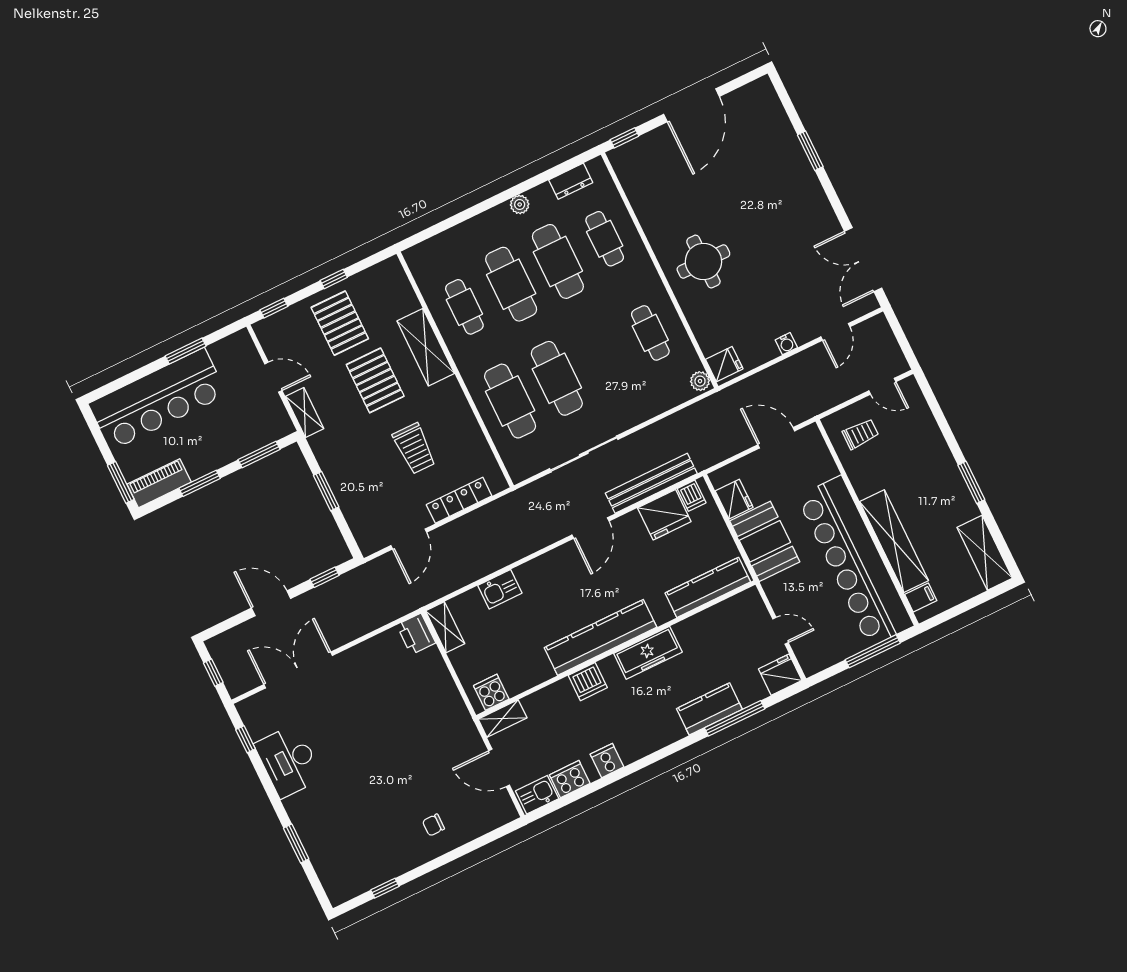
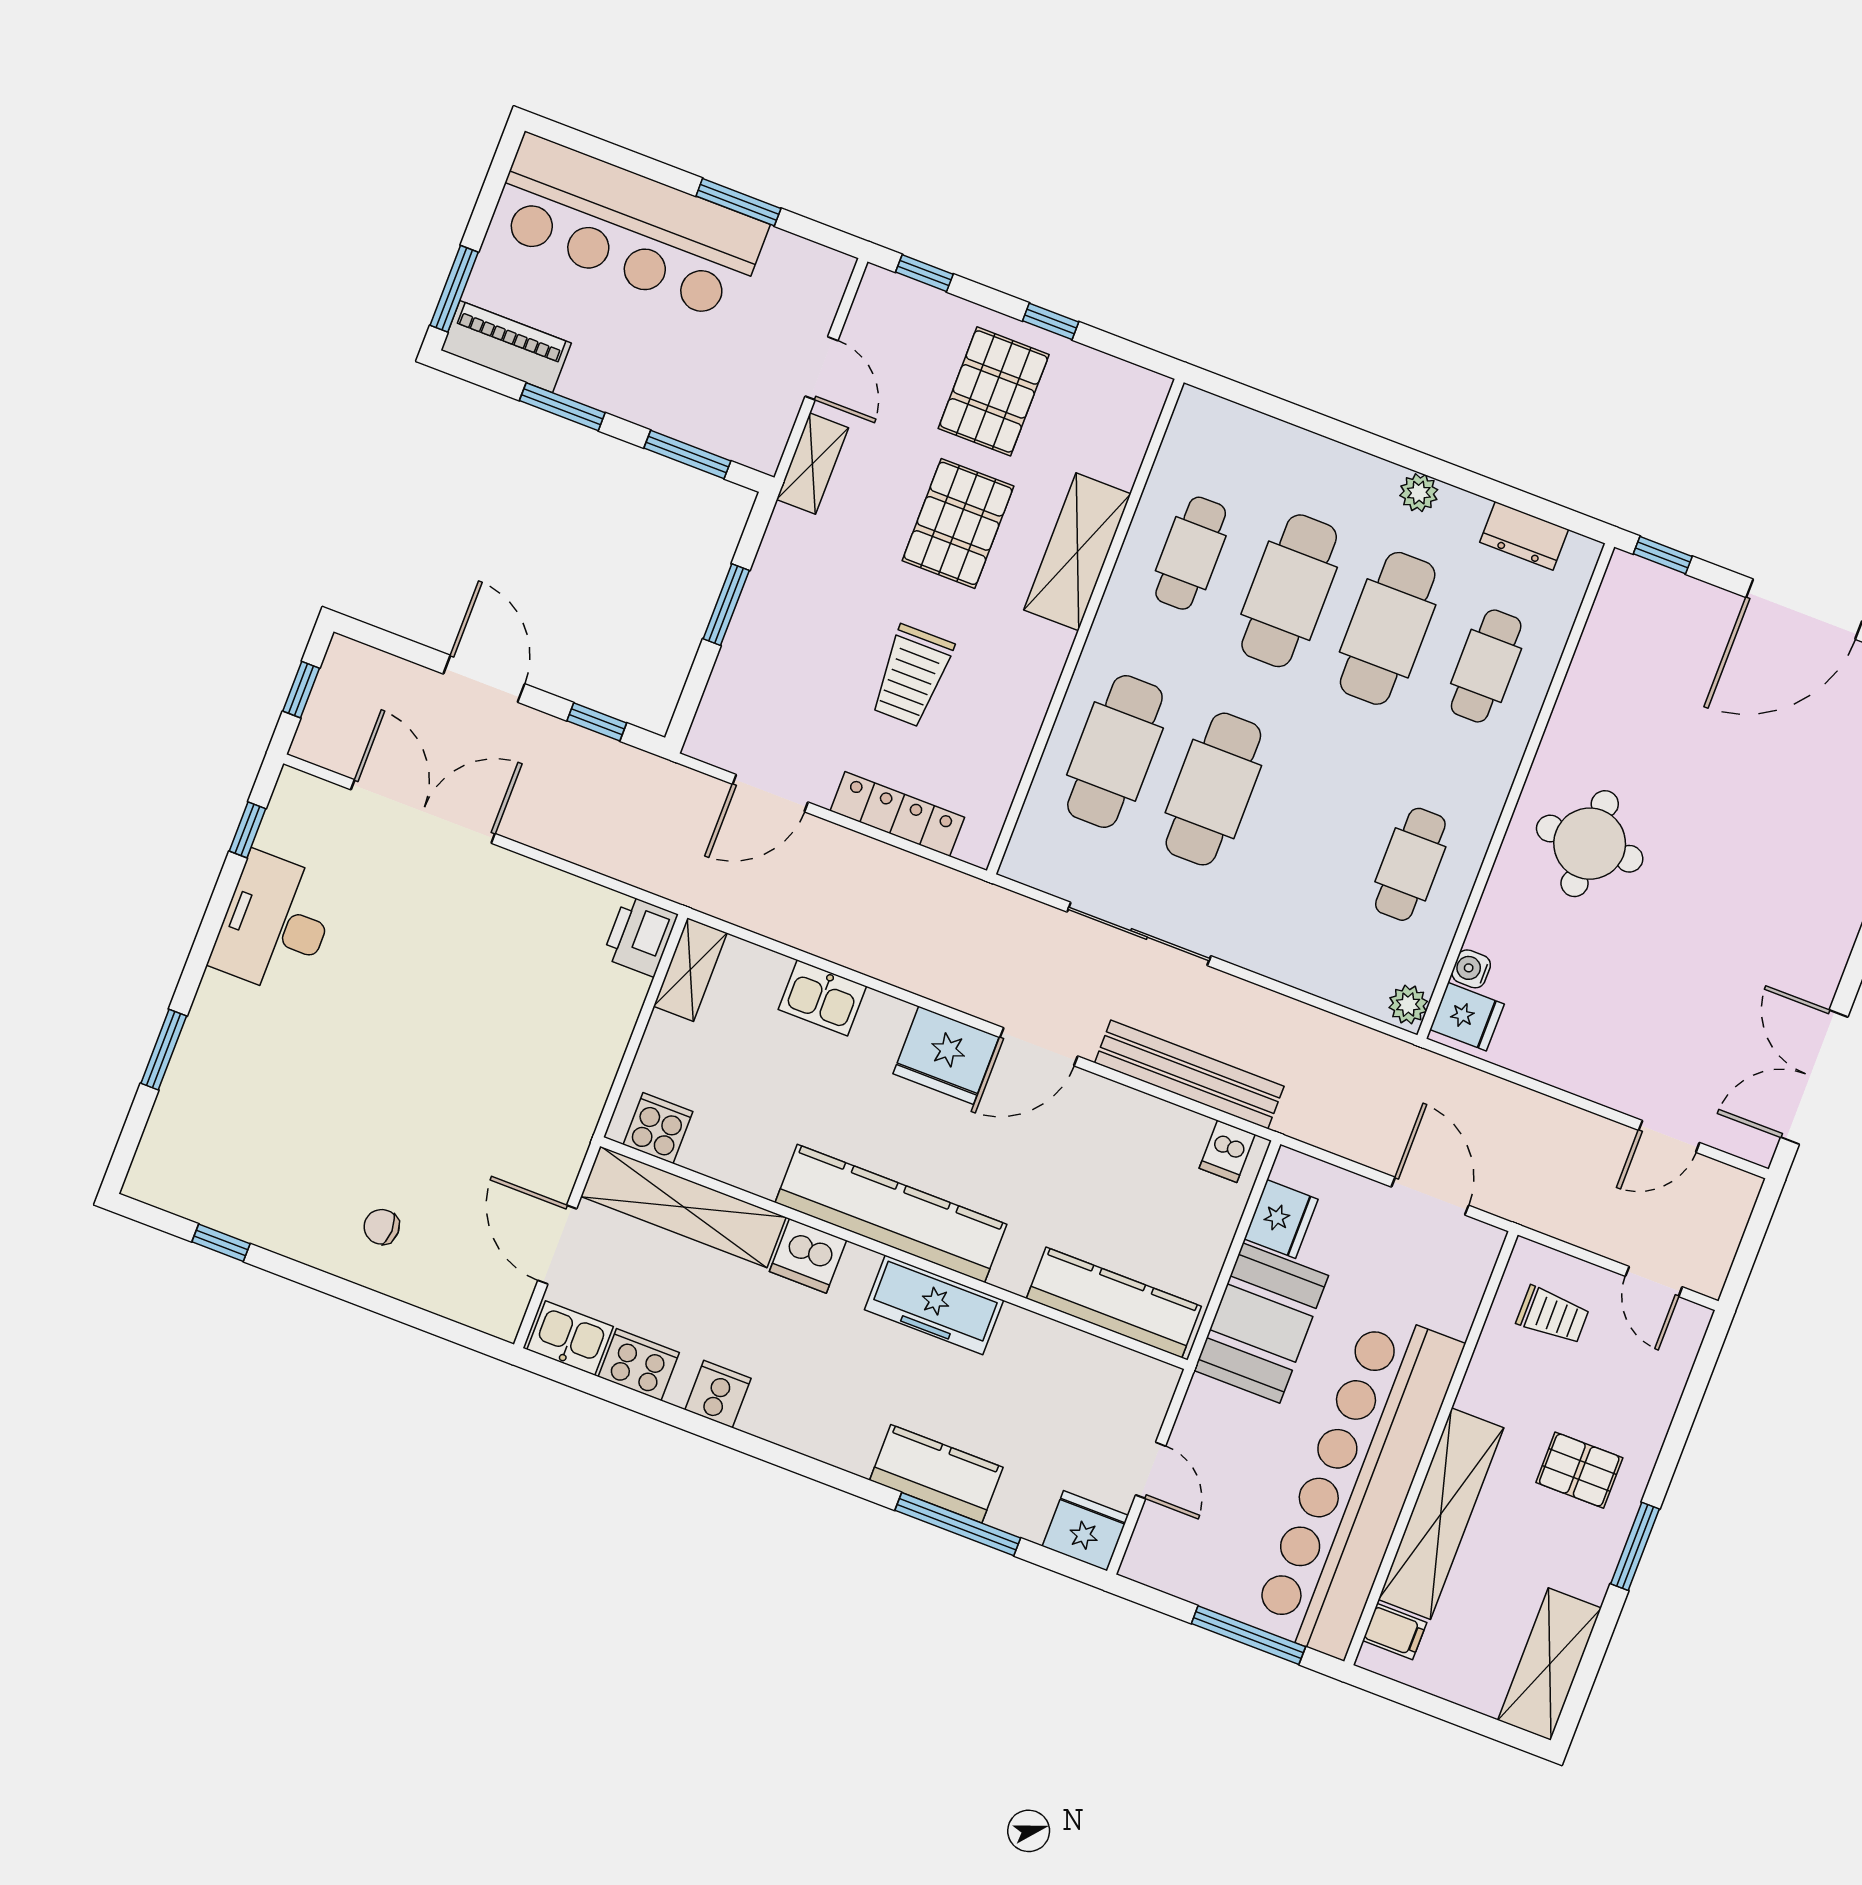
water cooler: (786, 344) -> (1471, 969), moved, turned 90
pallet: (925, 477) -> (1579, 1470), added
fridge: (664, 515) -> (946, 1055), moved
shelving: (503, 718) -> (683, 1207), width x2.20, depth x1.33

